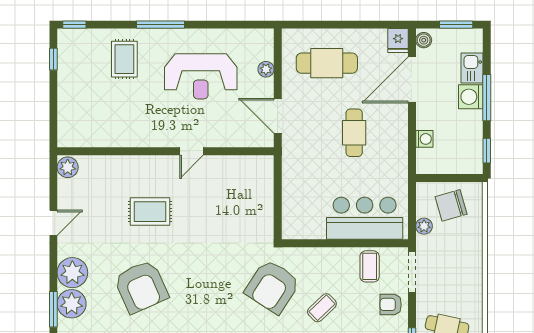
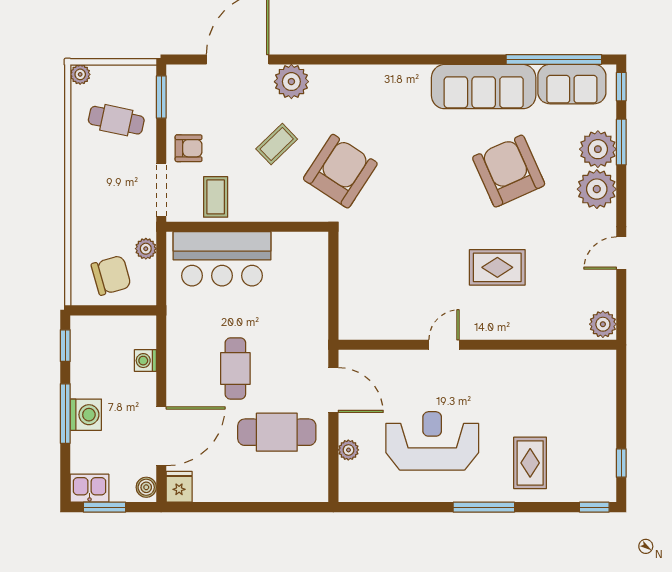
cafe table: (327, 63) -> (277, 432), moved
kitchen sink: (472, 68) -> (90, 488), moved, turned -90

